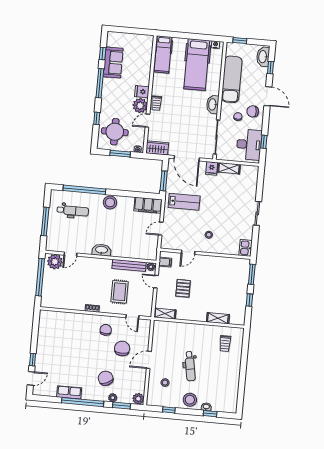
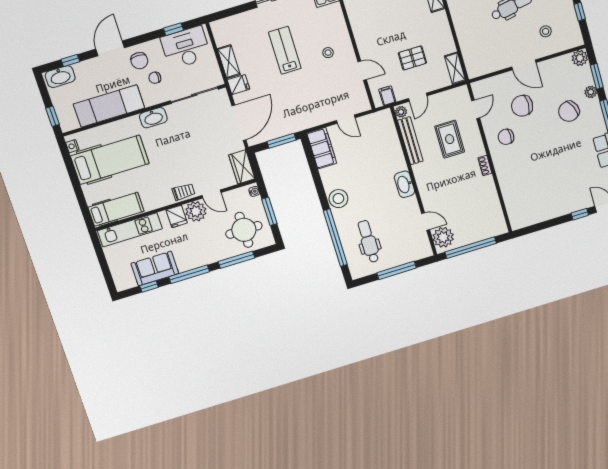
kitchen unit: (146, 57) -> (130, 230), added
window: (97, 118) -> (236, 260), width x2.17
lab bench: (184, 202) -> (285, 50), moved
rug: (120, 292) -> (450, 139), turned 90

